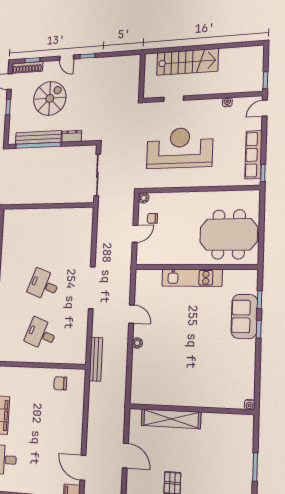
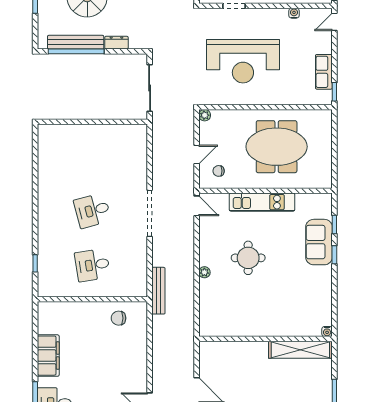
reception desk: (180, 148) -> (243, 61), turned 180
row of seats: (253, 155) -> (324, 72), width x0.68
chair: (152, 218) -> (219, 171), moved
meeting table: (229, 234) -> (277, 147), moved
desk: (44, 285) -> (92, 211), turned -36
door: (131, 314) -> (197, 206), moved
round table: (177, 330) -> (248, 258), added
desk: (41, 334) -> (92, 265), turned -30
shelving: (171, 419) -> (300, 350), moved

